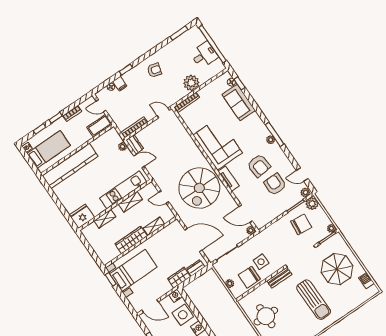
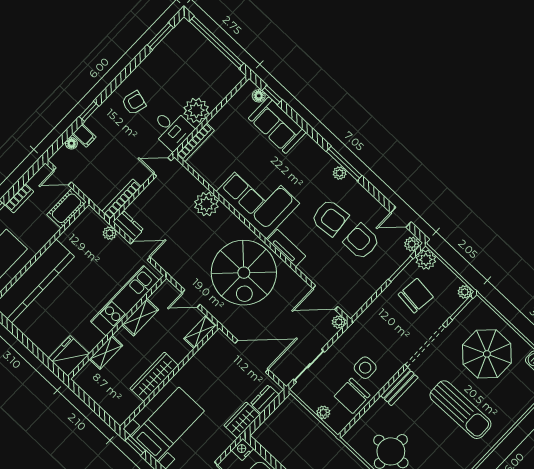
desk: (204, 55) -> (172, 129), moved, turned 90
plant: (185, 141) -> (206, 204), added
shelving: (154, 226) -> (200, 332), moved

